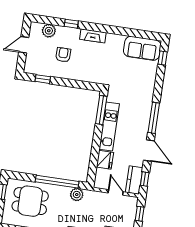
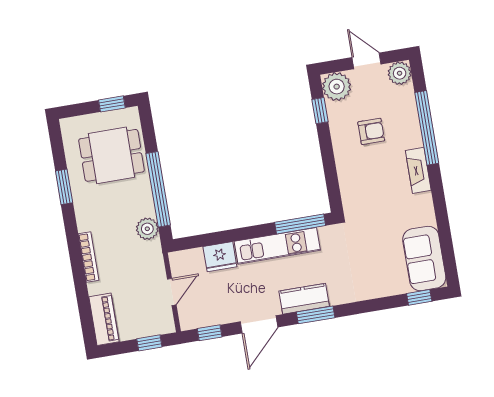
window: (71, 24) -> (427, 128), width x3.17
plant: (49, 31) -> (400, 73), moved
plant: (33, 66) -> (337, 87), added
window: (154, 118) -> (316, 315), width x0.69
kitchen counter: (134, 180) -> (304, 299), moved
dining table: (30, 201) -> (111, 155), turned 90

